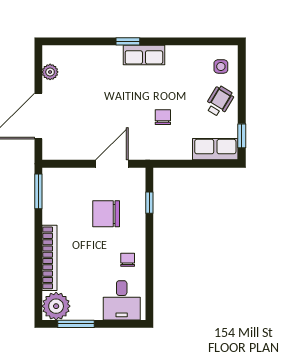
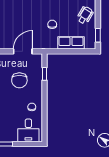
row of seats: (215, 149) -> (71, 43), moved
chair: (106, 214) -> (19, 80), turned -90

